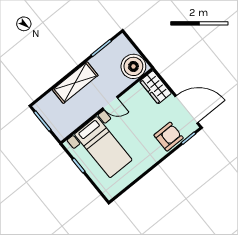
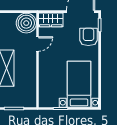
door: (110, 103) -> (37, 44), moved
bed with nightstands: (103, 147) -> (79, 84), moved, turned -90

